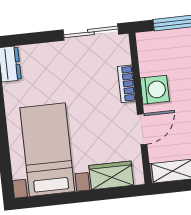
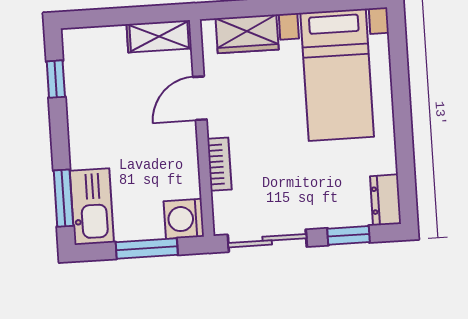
window: (34, 38) -> (349, 235), added
washing machine: (155, 90) -> (184, 219), moved

